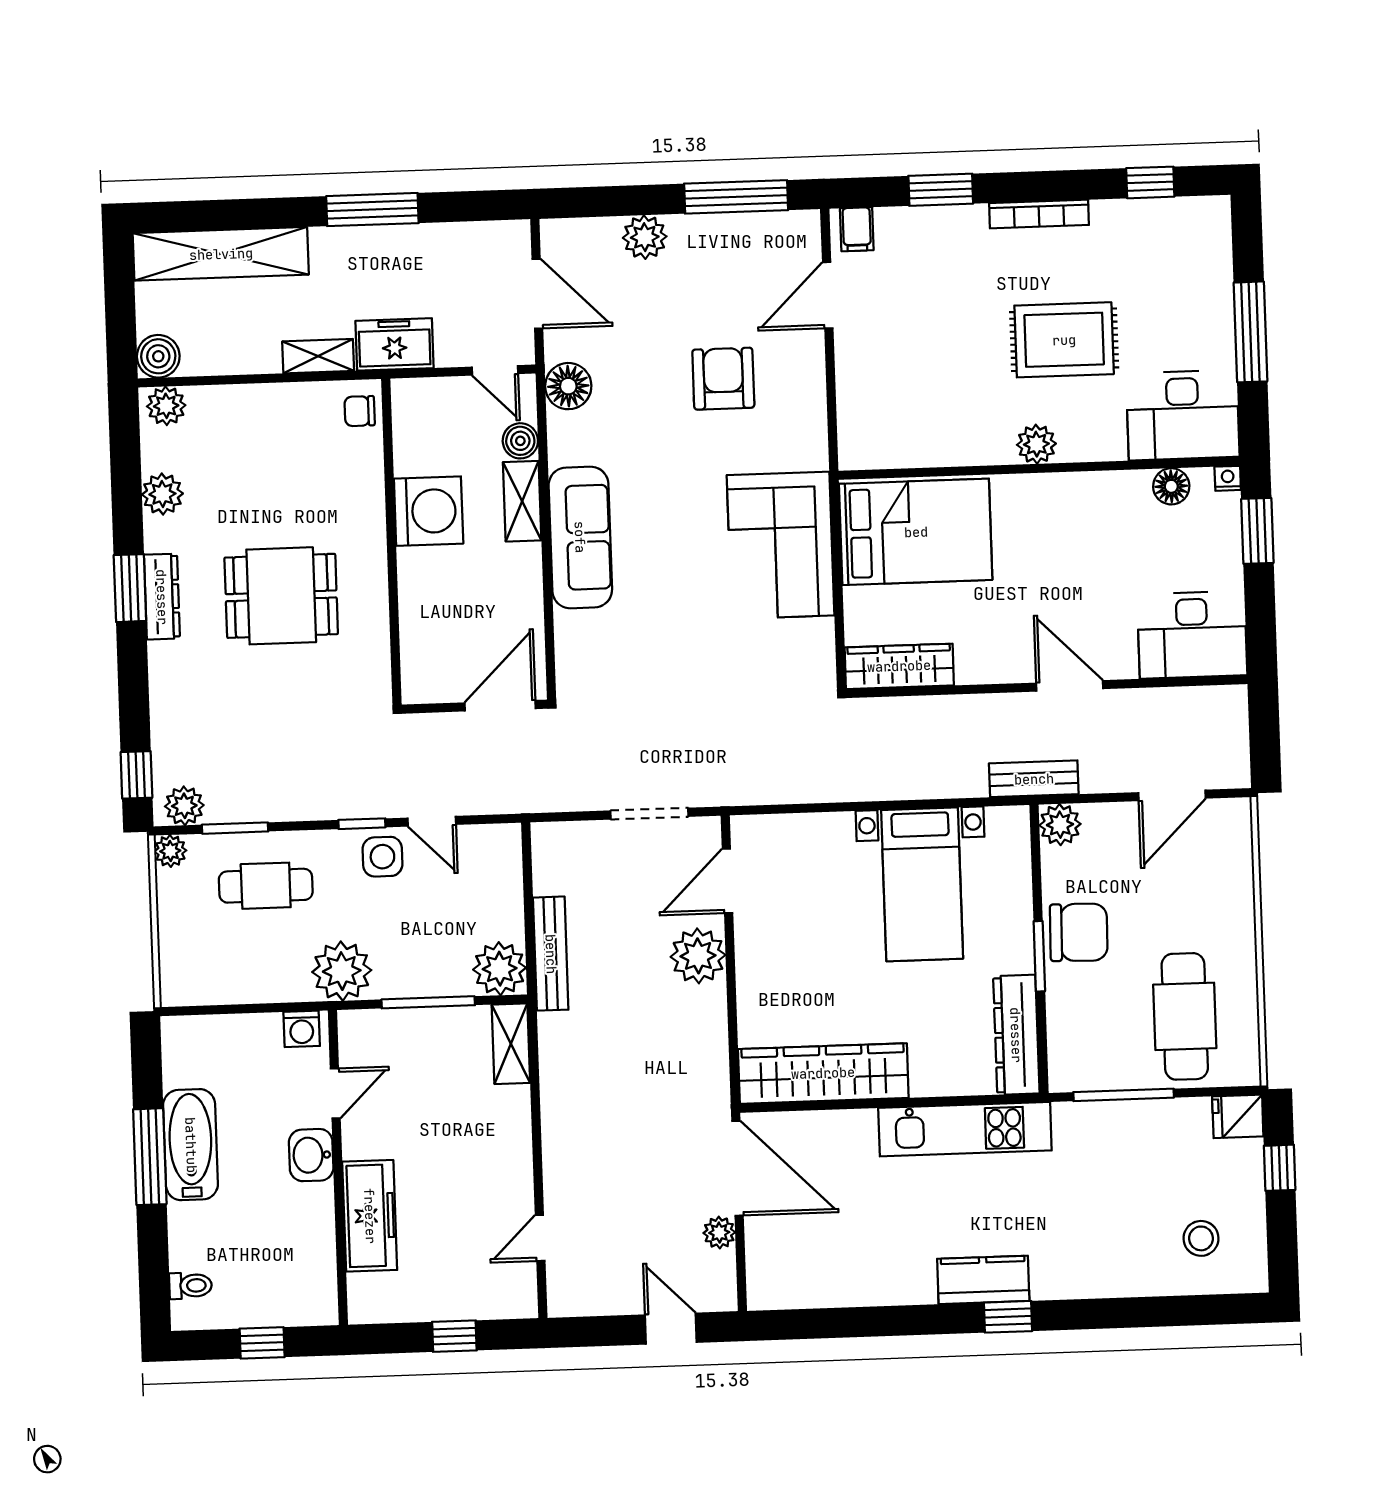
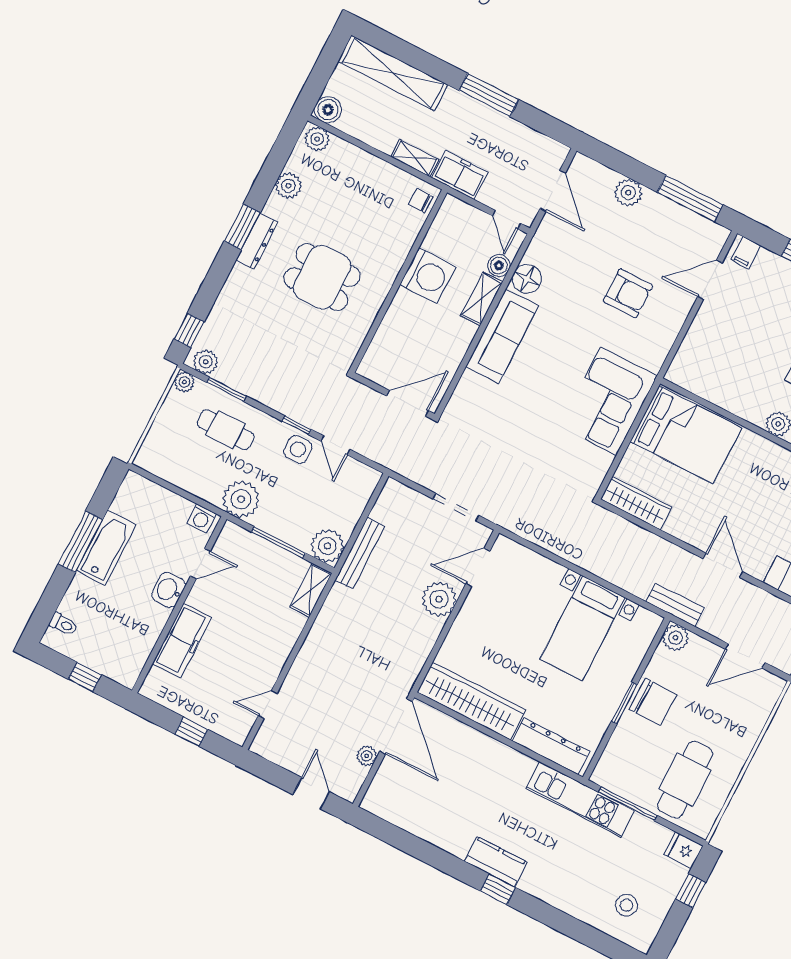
armchair: (723, 379) -> (628, 293), turned 90
floor lamp: (568, 386) -> (527, 279), moved
dresser: (1016, 1035) -> (551, 746), moved, turned 90
kitchen unit: (965, 1129) -> (580, 799), moved

